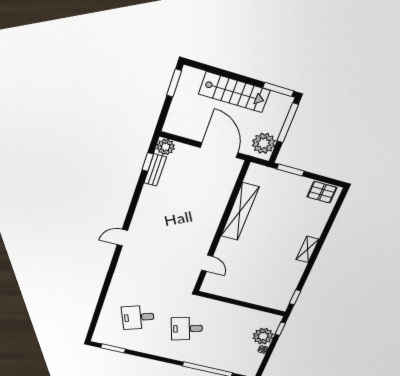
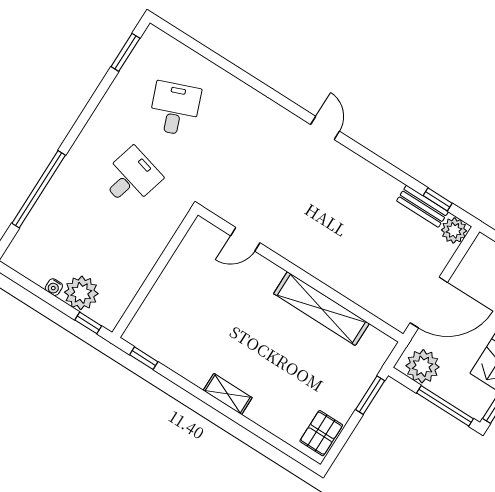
desk: (187, 329) -> (131, 177), turned 33

